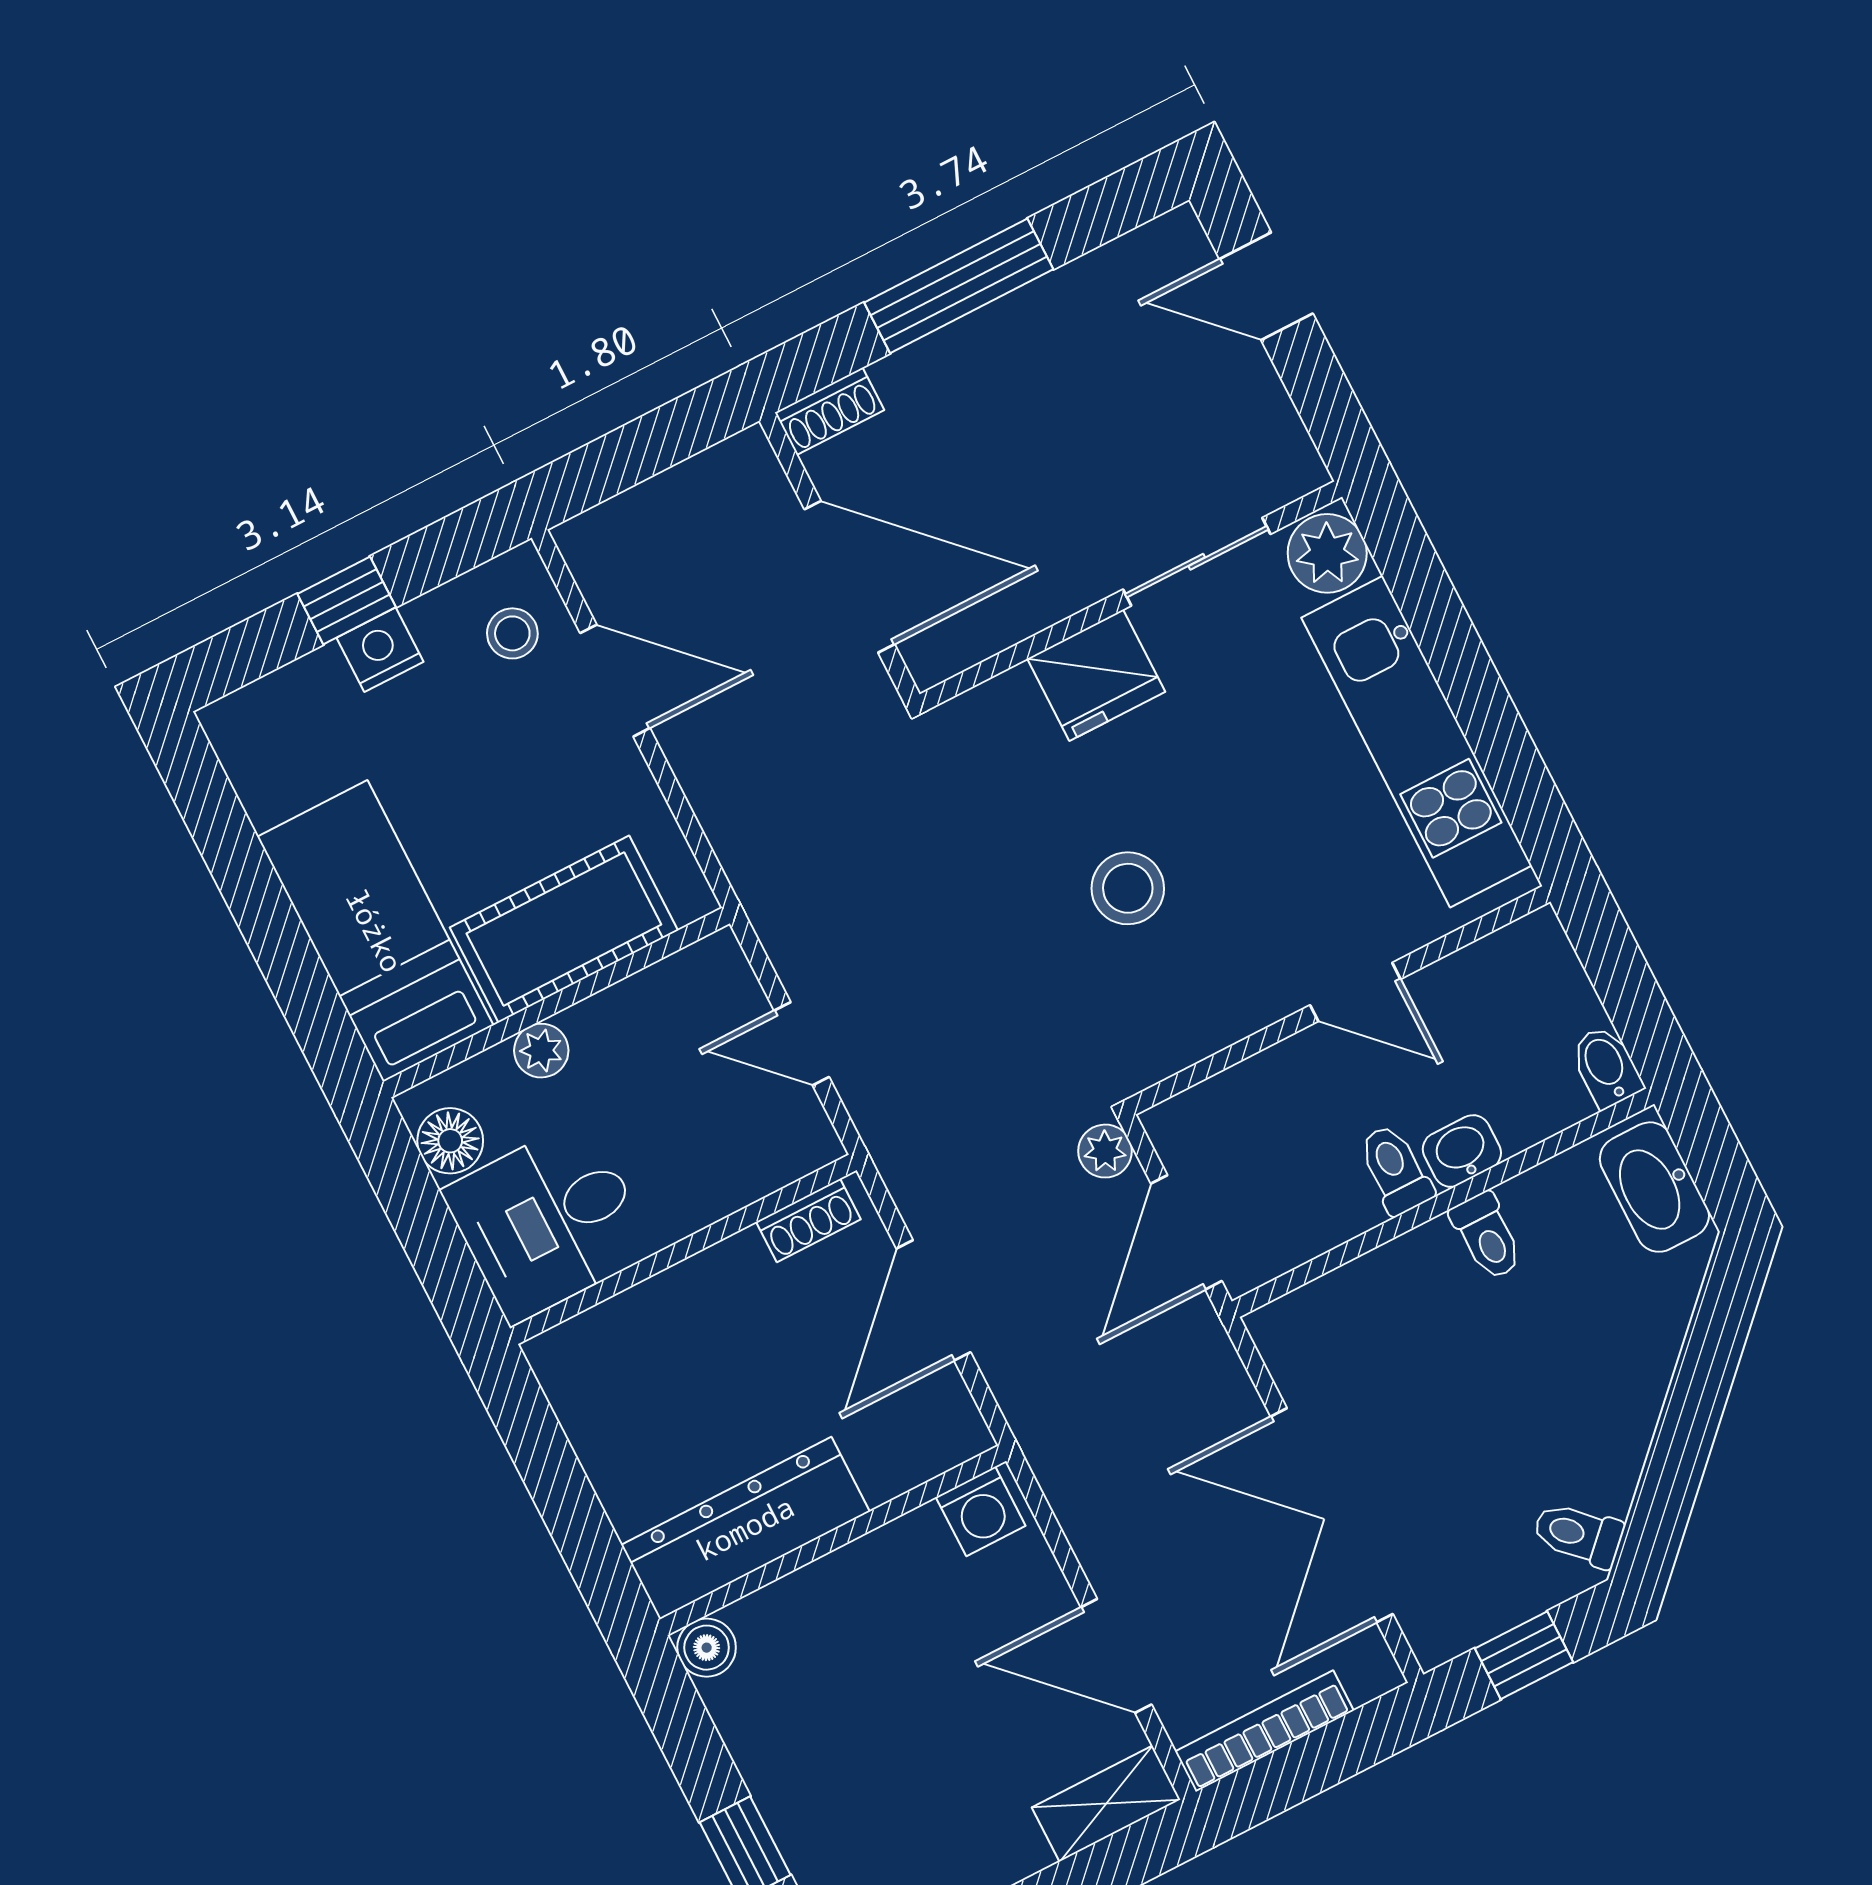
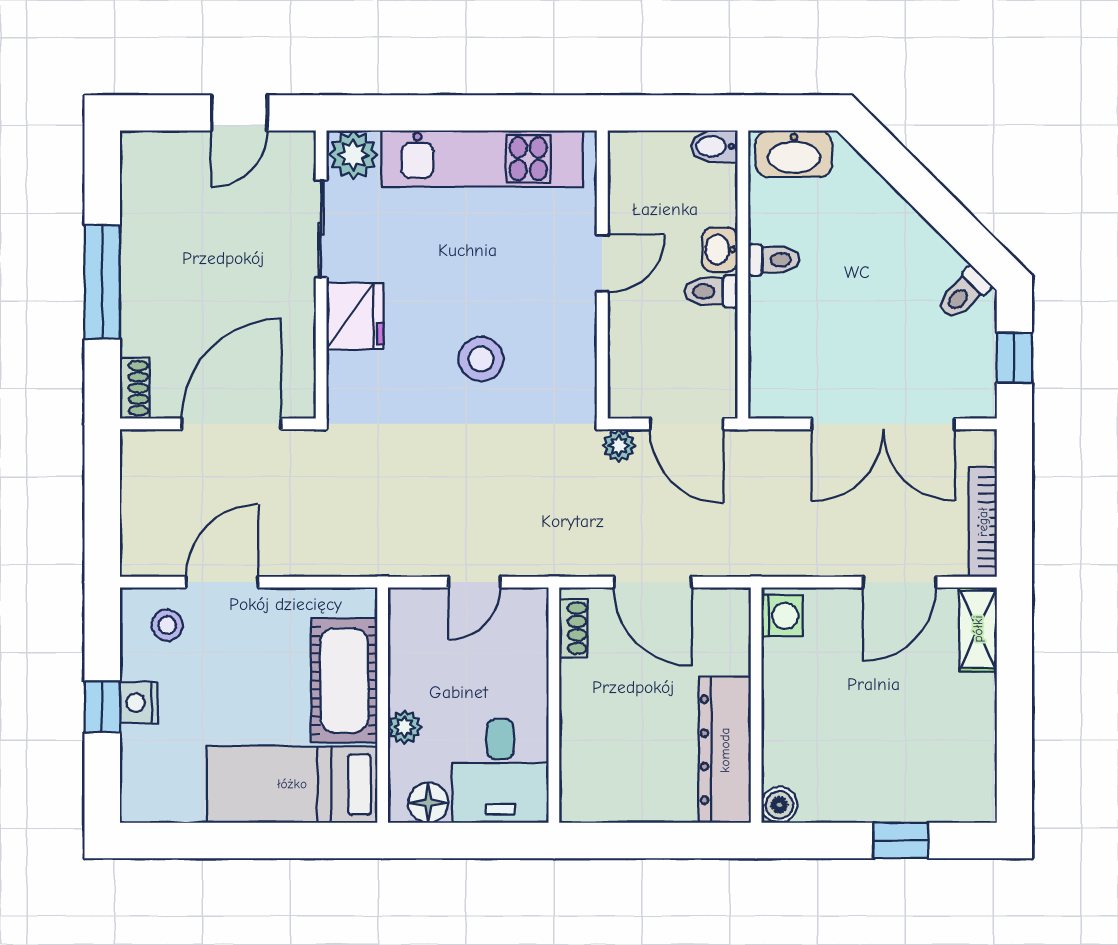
door: (1266, 286) -> (240, 113), moved

